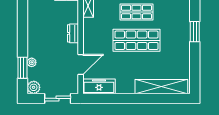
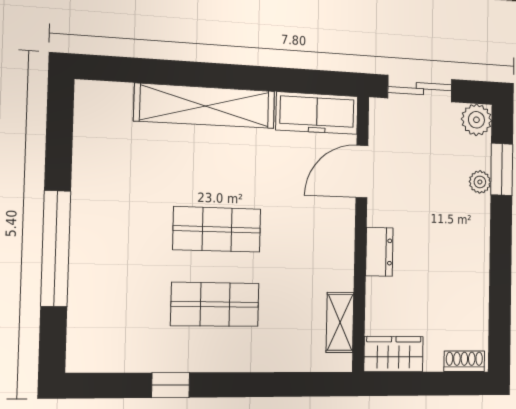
window: (195, 32) -> (56, 248), width x2.11
shop shelf: (136, 40) -> (217, 229), width x0.70, depth x0.74
shelving: (161, 87) -> (205, 106), moved

